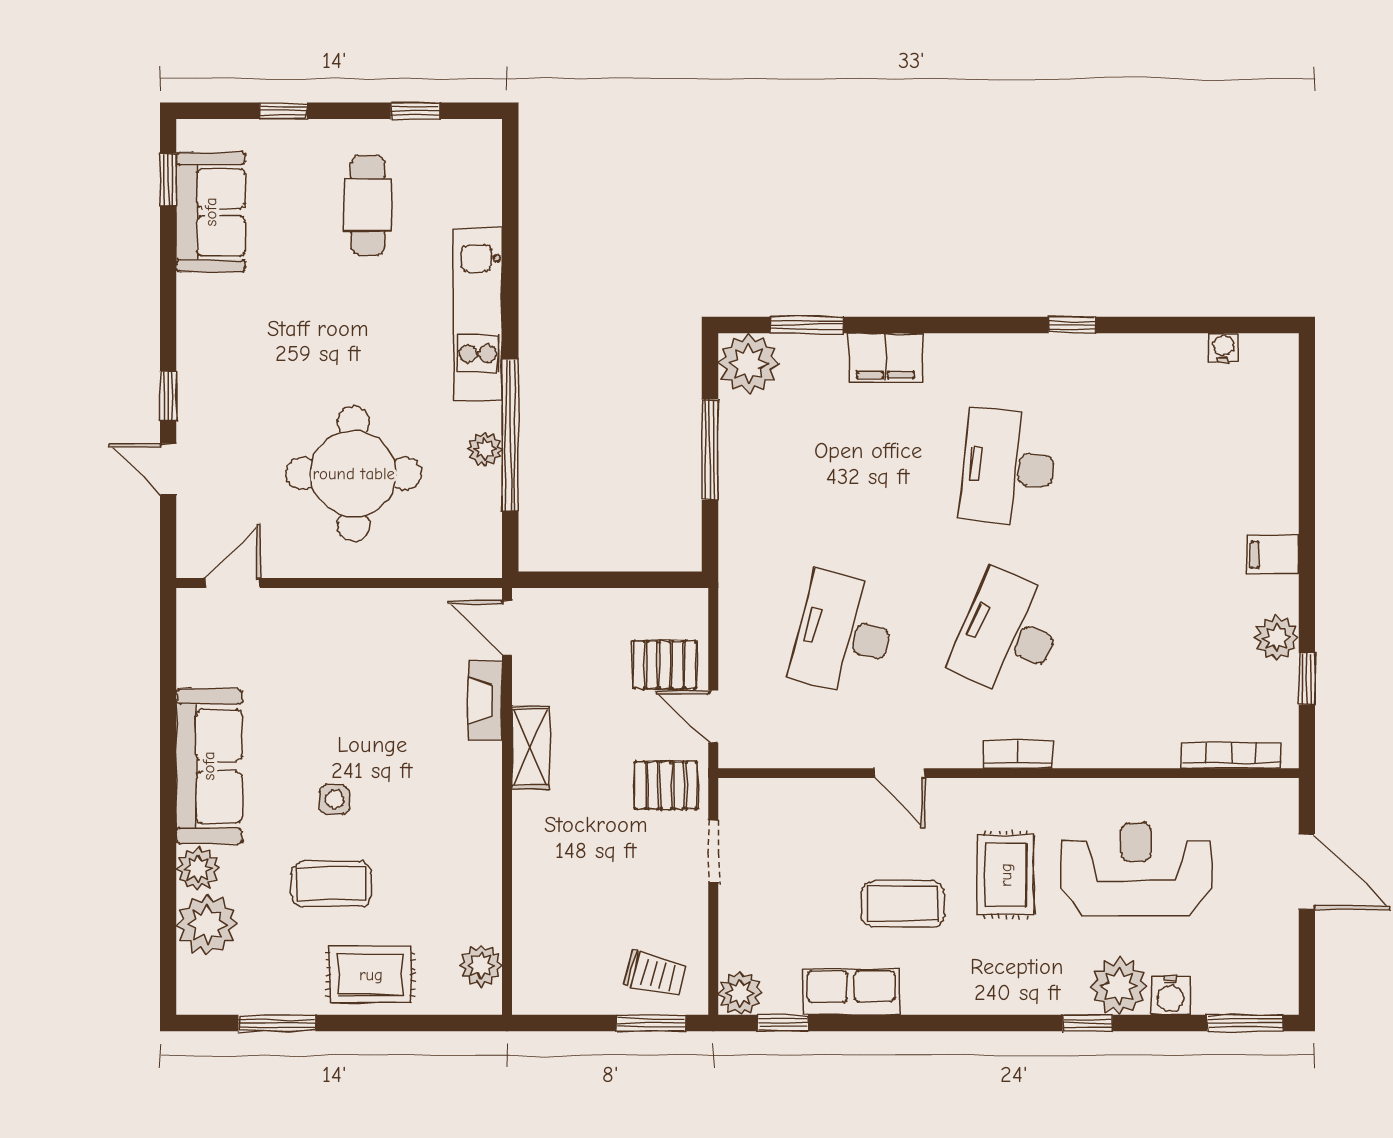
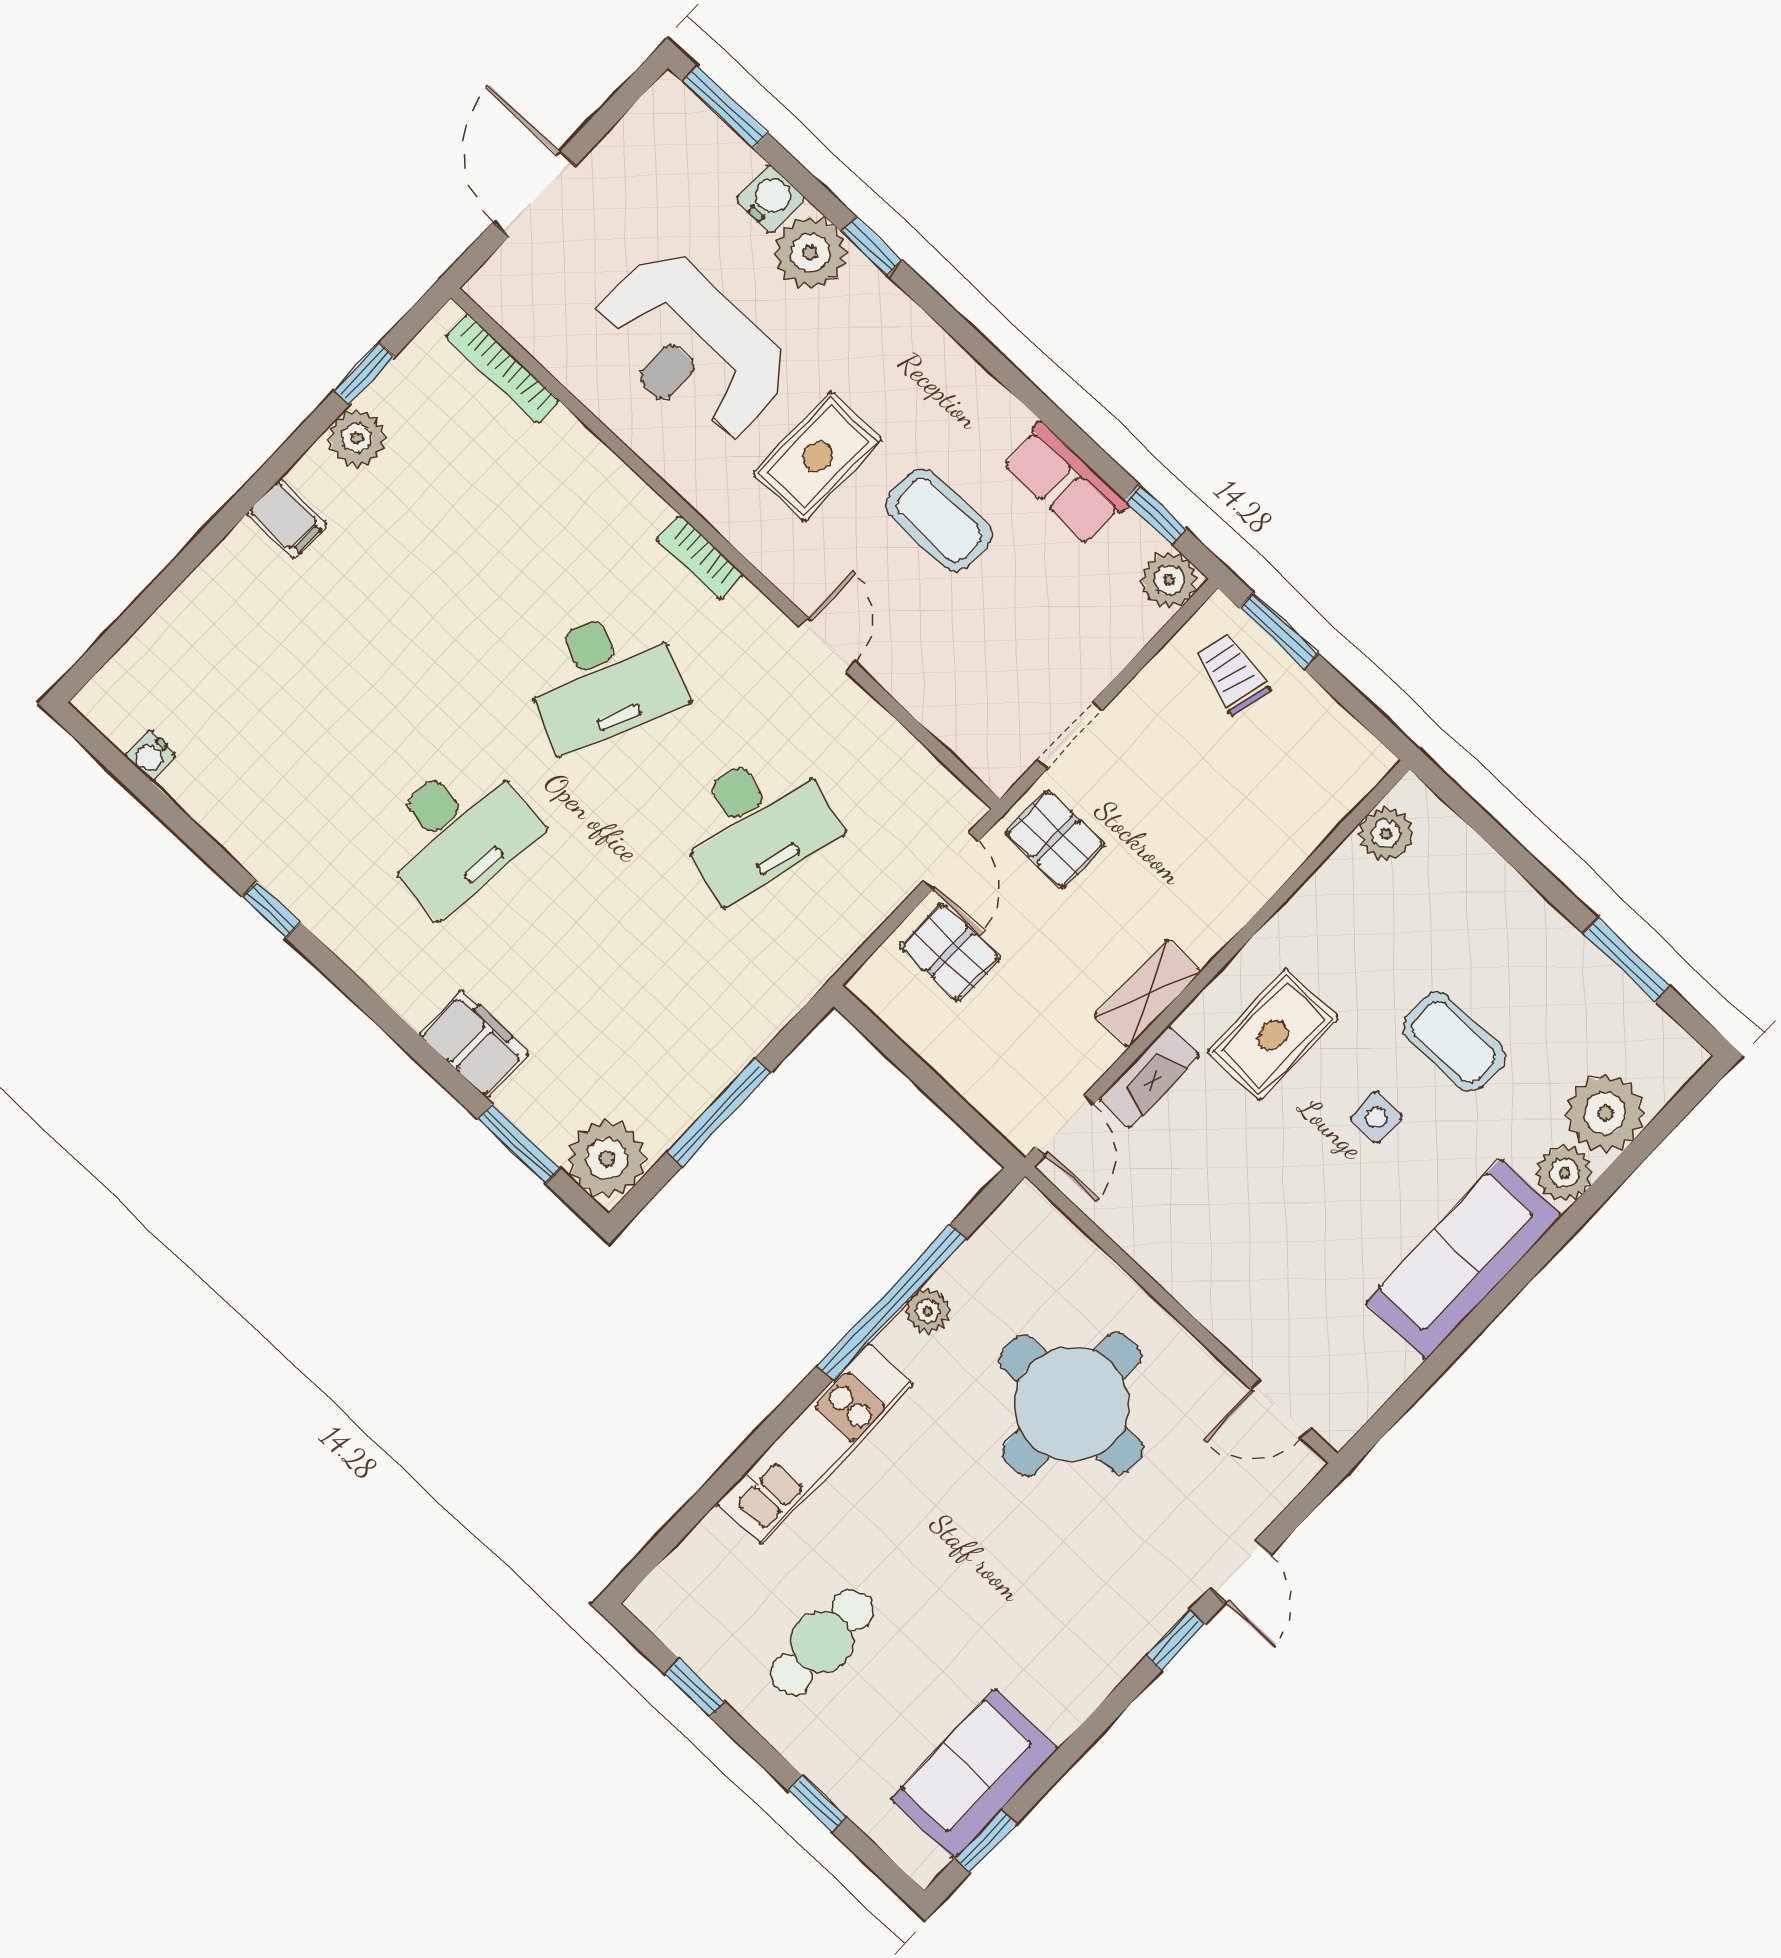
rug: (371, 975) -> (1273, 1035), moved, turned 90

